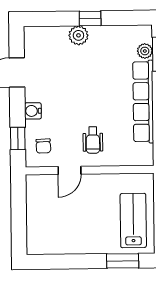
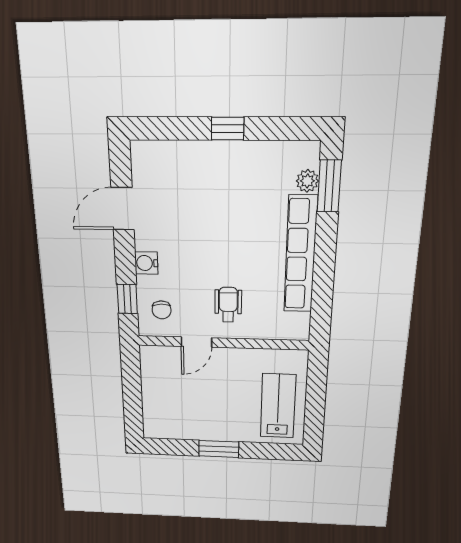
plant: (78, 35) -> (210, 155), removed
wheelchair: (93, 140) -> (228, 305), turned 180
window: (123, 261) -> (219, 449), moved

